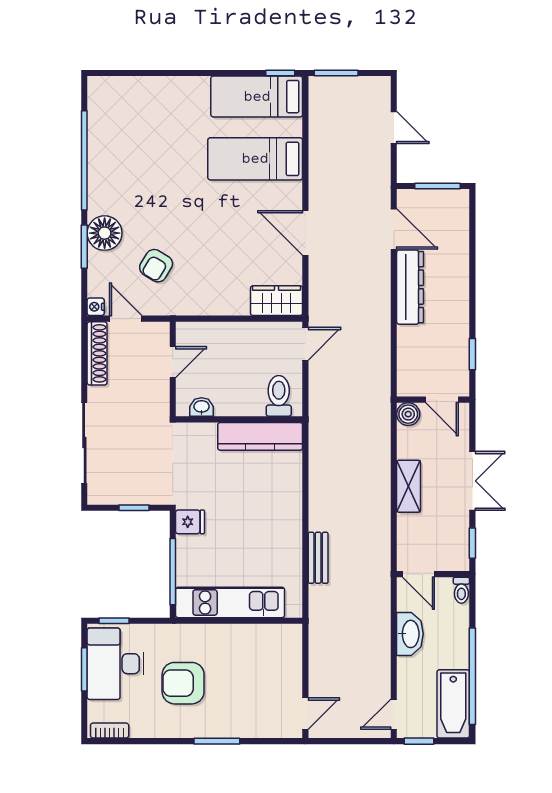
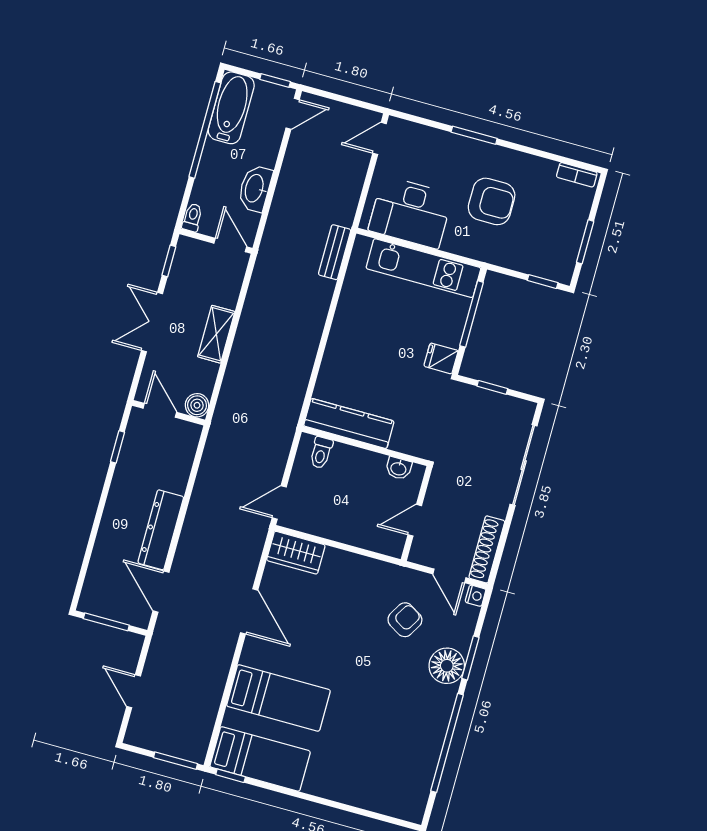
toilet: (279, 396) -> (321, 453), width x0.73, depth x0.72
bench: (318, 558) -> (335, 252), moved
desk: (115, 664) -> (411, 212), moved, turned 90

